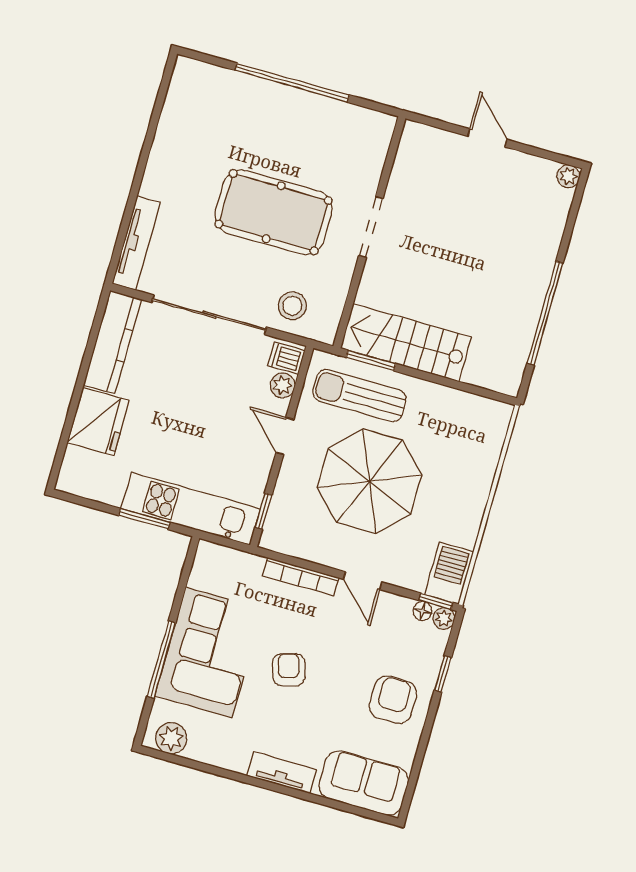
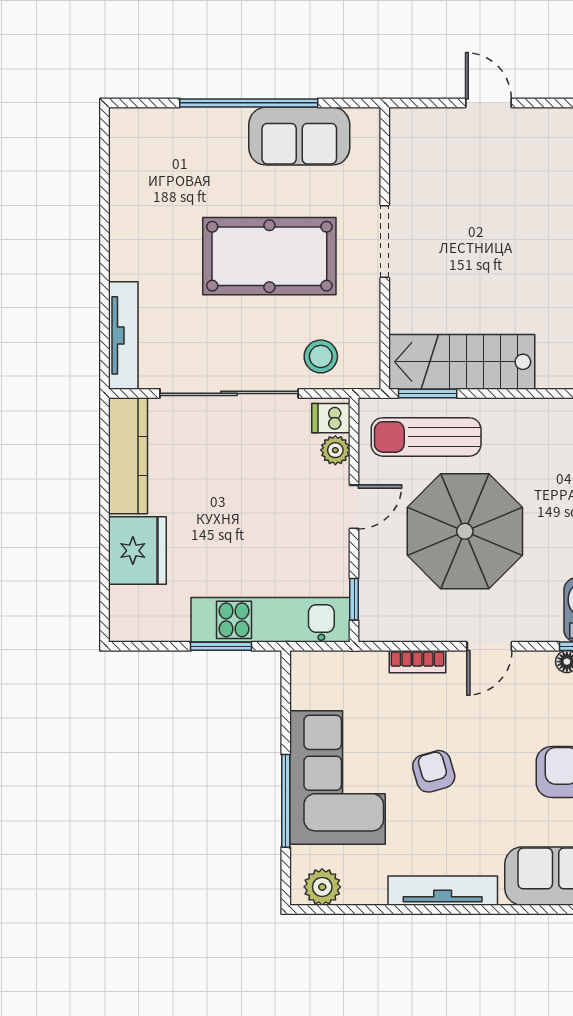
sofa: (326, 121) -> (299, 136), added
door: (285, 436) -> (354, 507), swing flipped
bookcase: (301, 577) -> (417, 662), width x0.64
door: (363, 581) -> (489, 646), hinge flipped
tv unit: (281, 773) -> (443, 891), width x1.41

